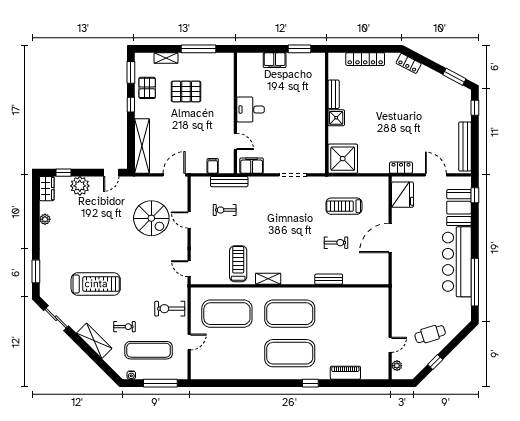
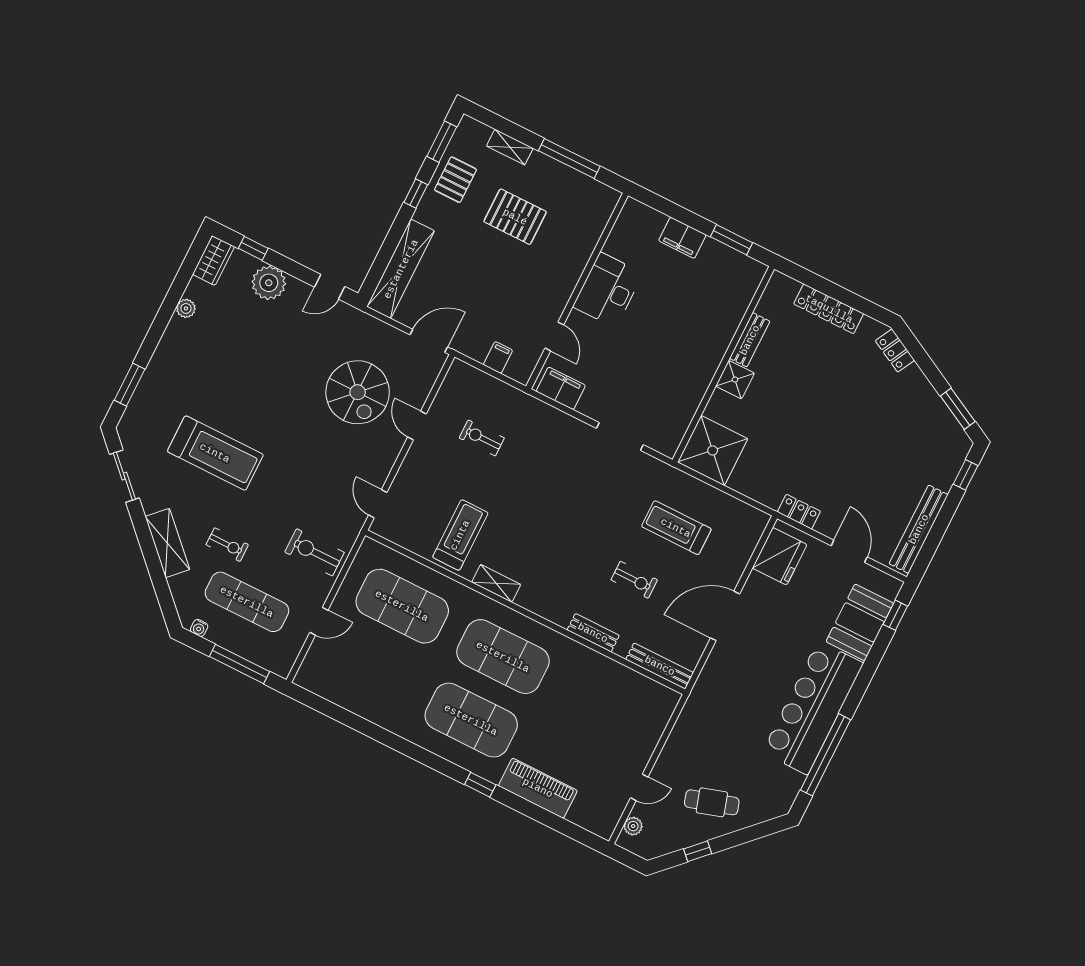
desk: (251, 110) -> (608, 290), width x1.37
bench: (229, 182) -> (660, 666), moved
piano: (345, 373) -> (538, 788), width x1.37, depth x1.33

